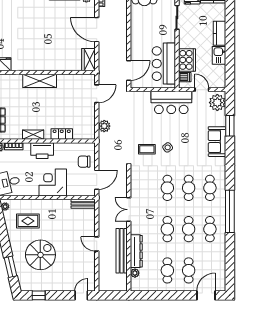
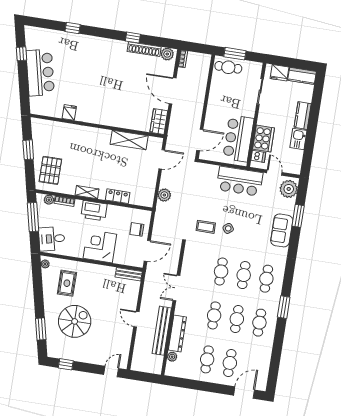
shelving: (40, 81) -> (129, 140), moved
window: (230, 211) -> (284, 307), width x0.47
rug: (28, 221) -> (67, 283), turned 90

